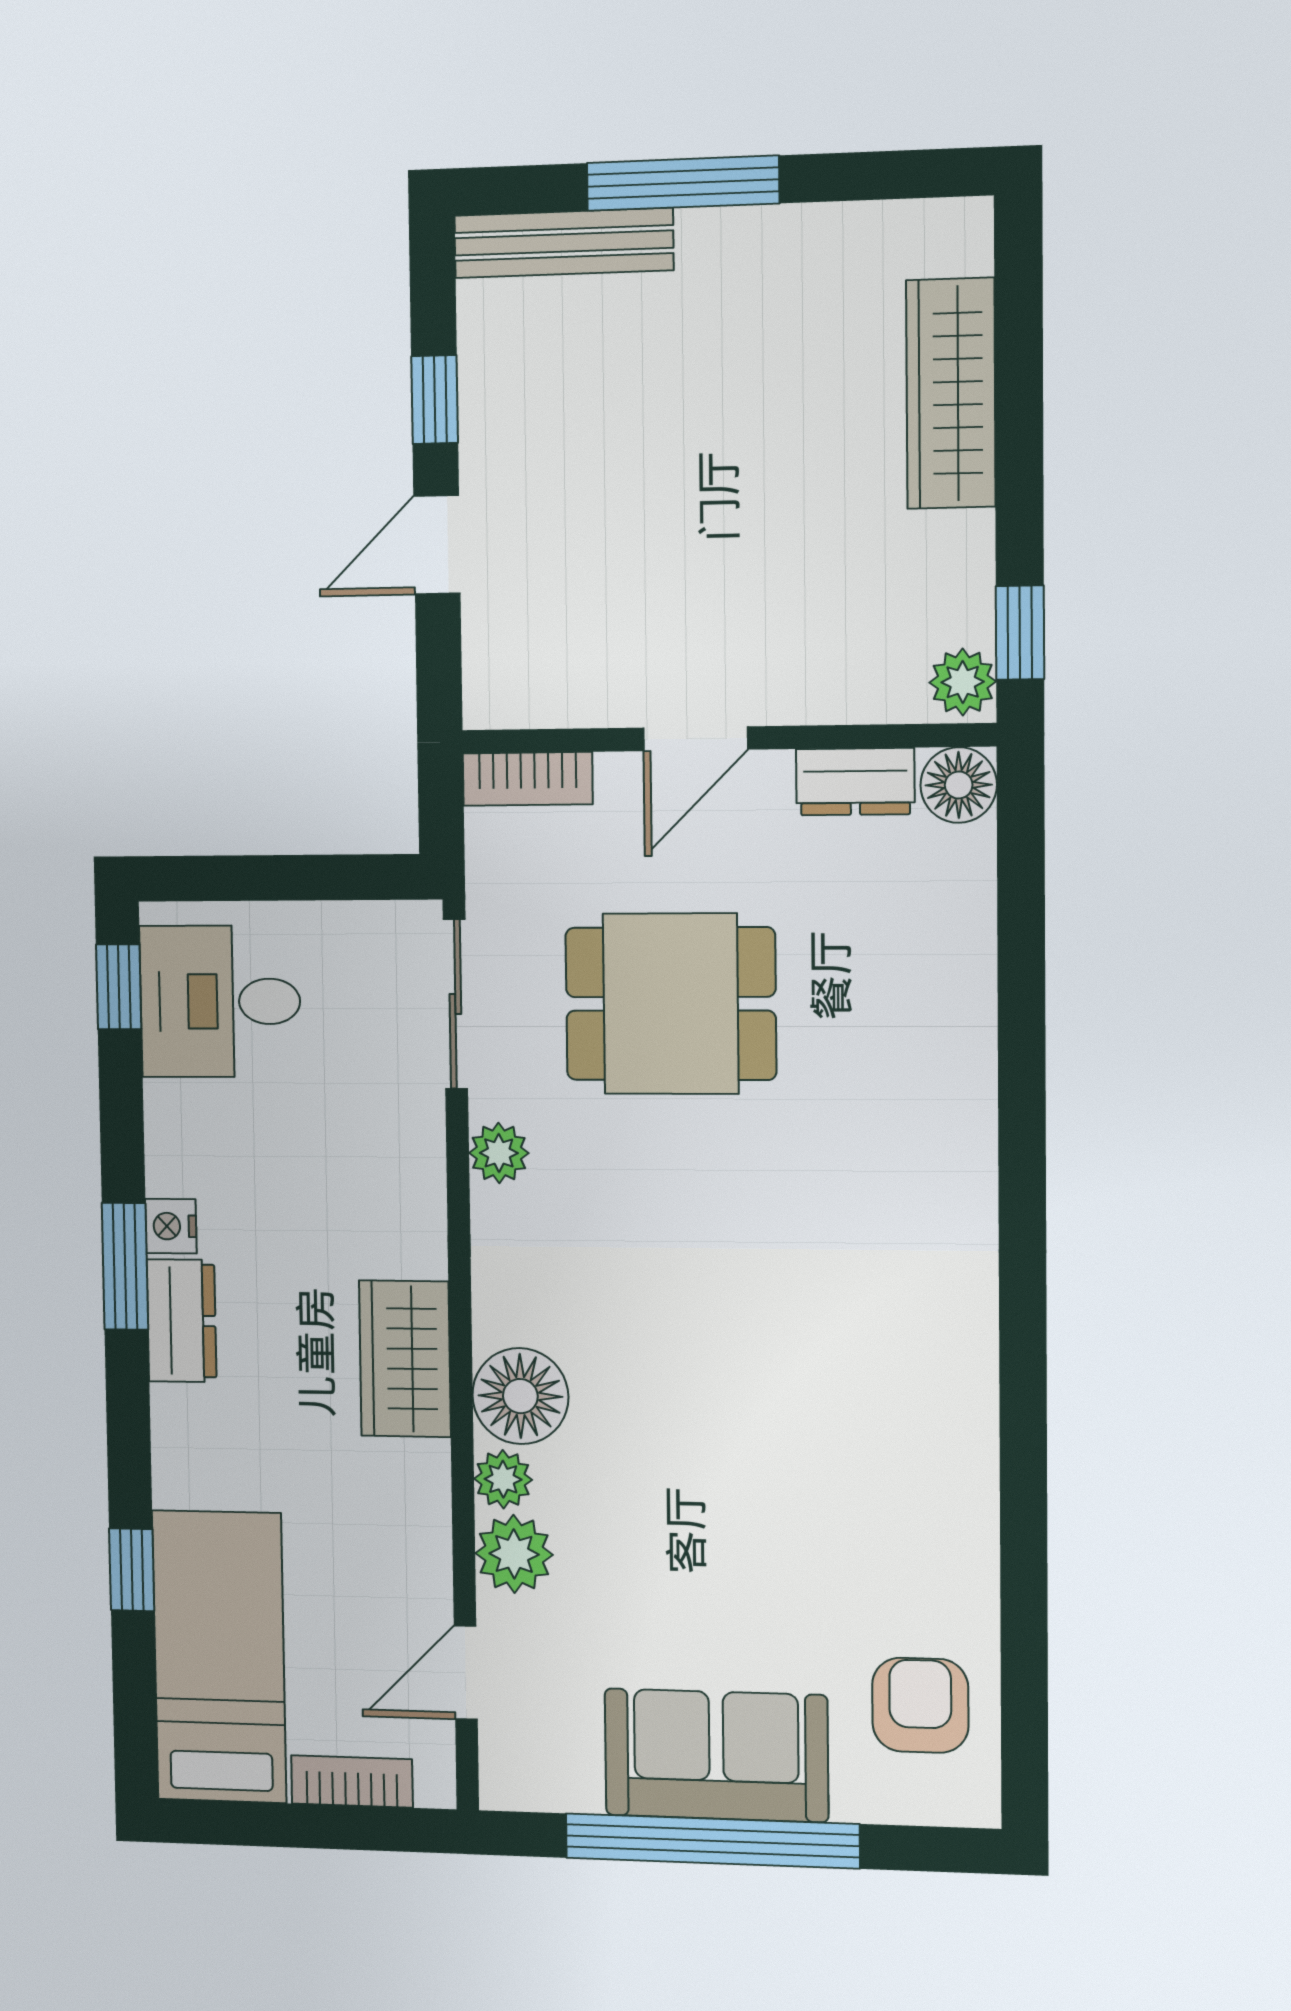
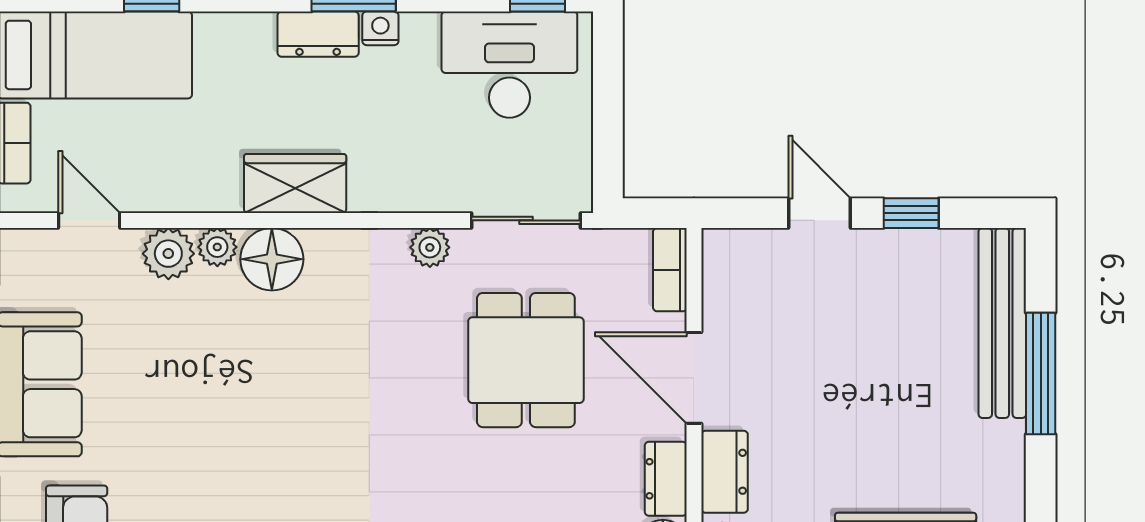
bench: (564, 243) -> (1002, 323), width x1.37, depth x1.21
dresser: (843, 688) -> (725, 472), added
door: (696, 739) -> (694, 378), width x1.38
desk: (220, 1001) -> (509, 65), width x1.37

